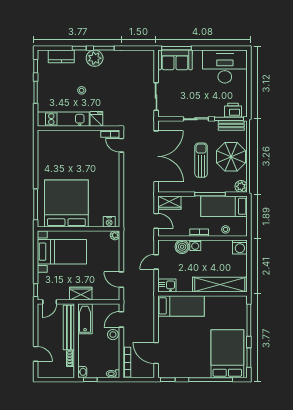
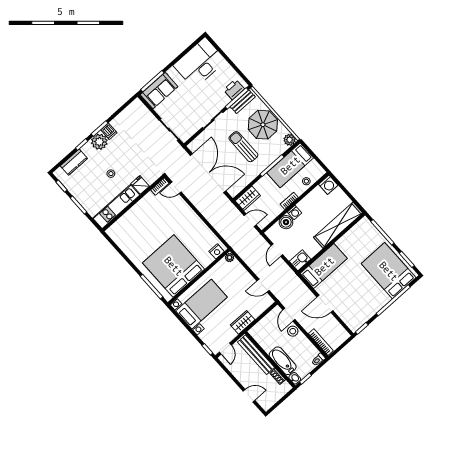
dishwasher: (109, 57) -> (109, 131), added
bathtub: (85, 319) -> (283, 361), moved
door: (156, 353) -> (325, 304), moved

